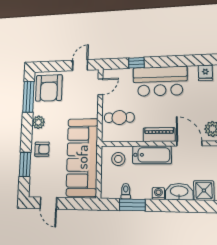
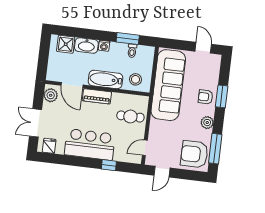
armchair: (49, 88) -> (194, 154), turned -90
window: (25, 164) -> (222, 96), moved

